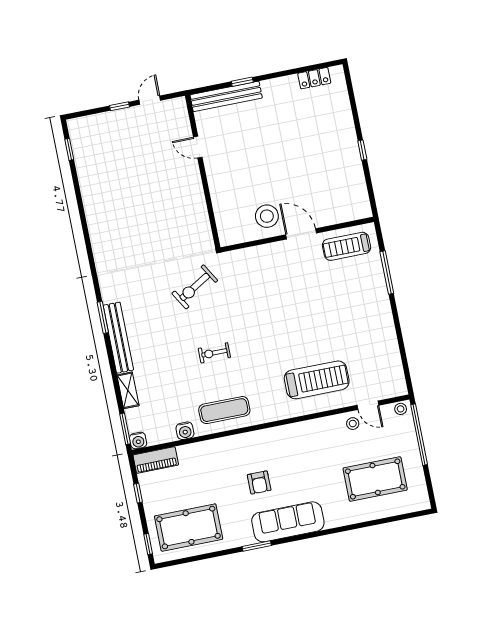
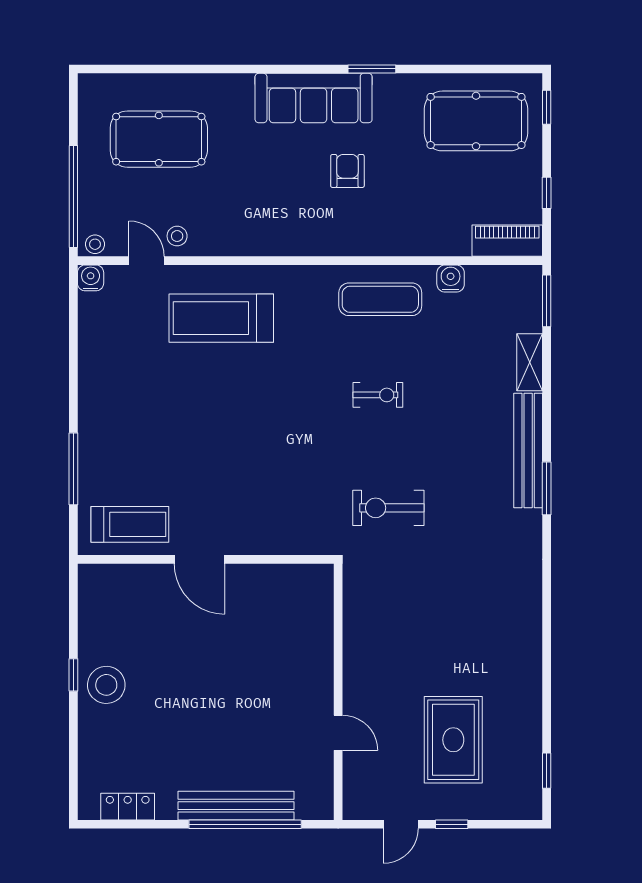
window: (242, 82) -> (245, 824), width x3.17
bench: (226, 96) -> (236, 806), moved
rug: (129, 157) -> (453, 740), added
stool: (267, 216) -> (106, 685), moved
exercise bike: (195, 287) -> (388, 508), turned -149
water cooler: (138, 440) -> (91, 278), moved

